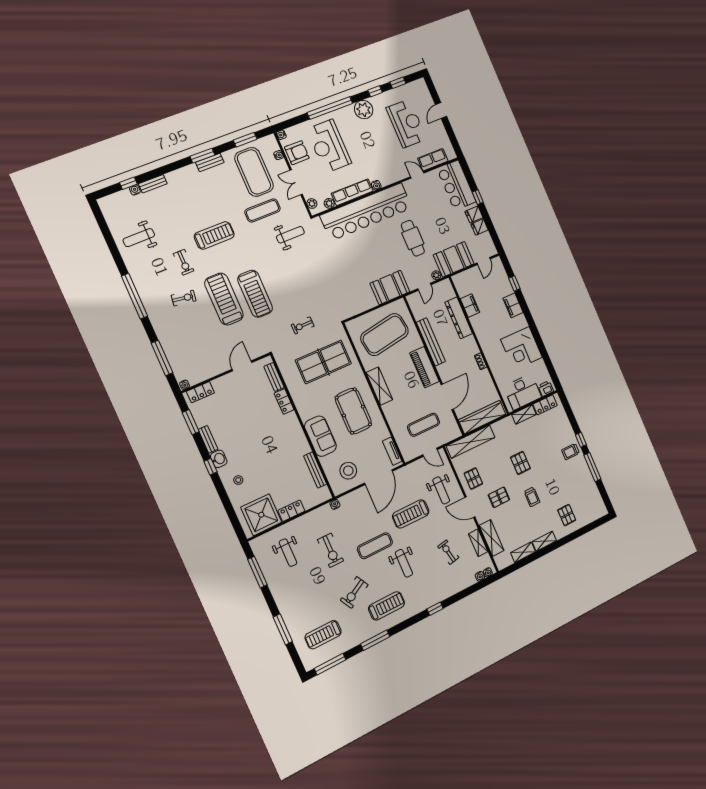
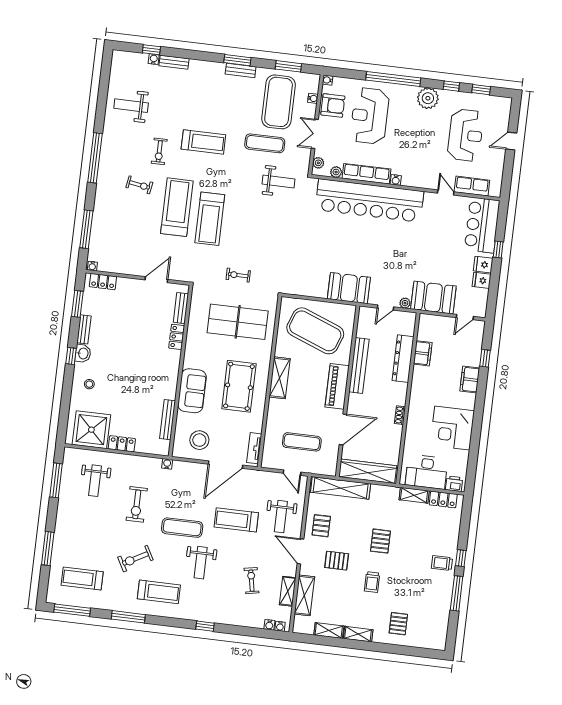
cafe table: (413, 238) -> (402, 253), removed
exercise mat: (385, 335) -> (315, 331), turned 30

